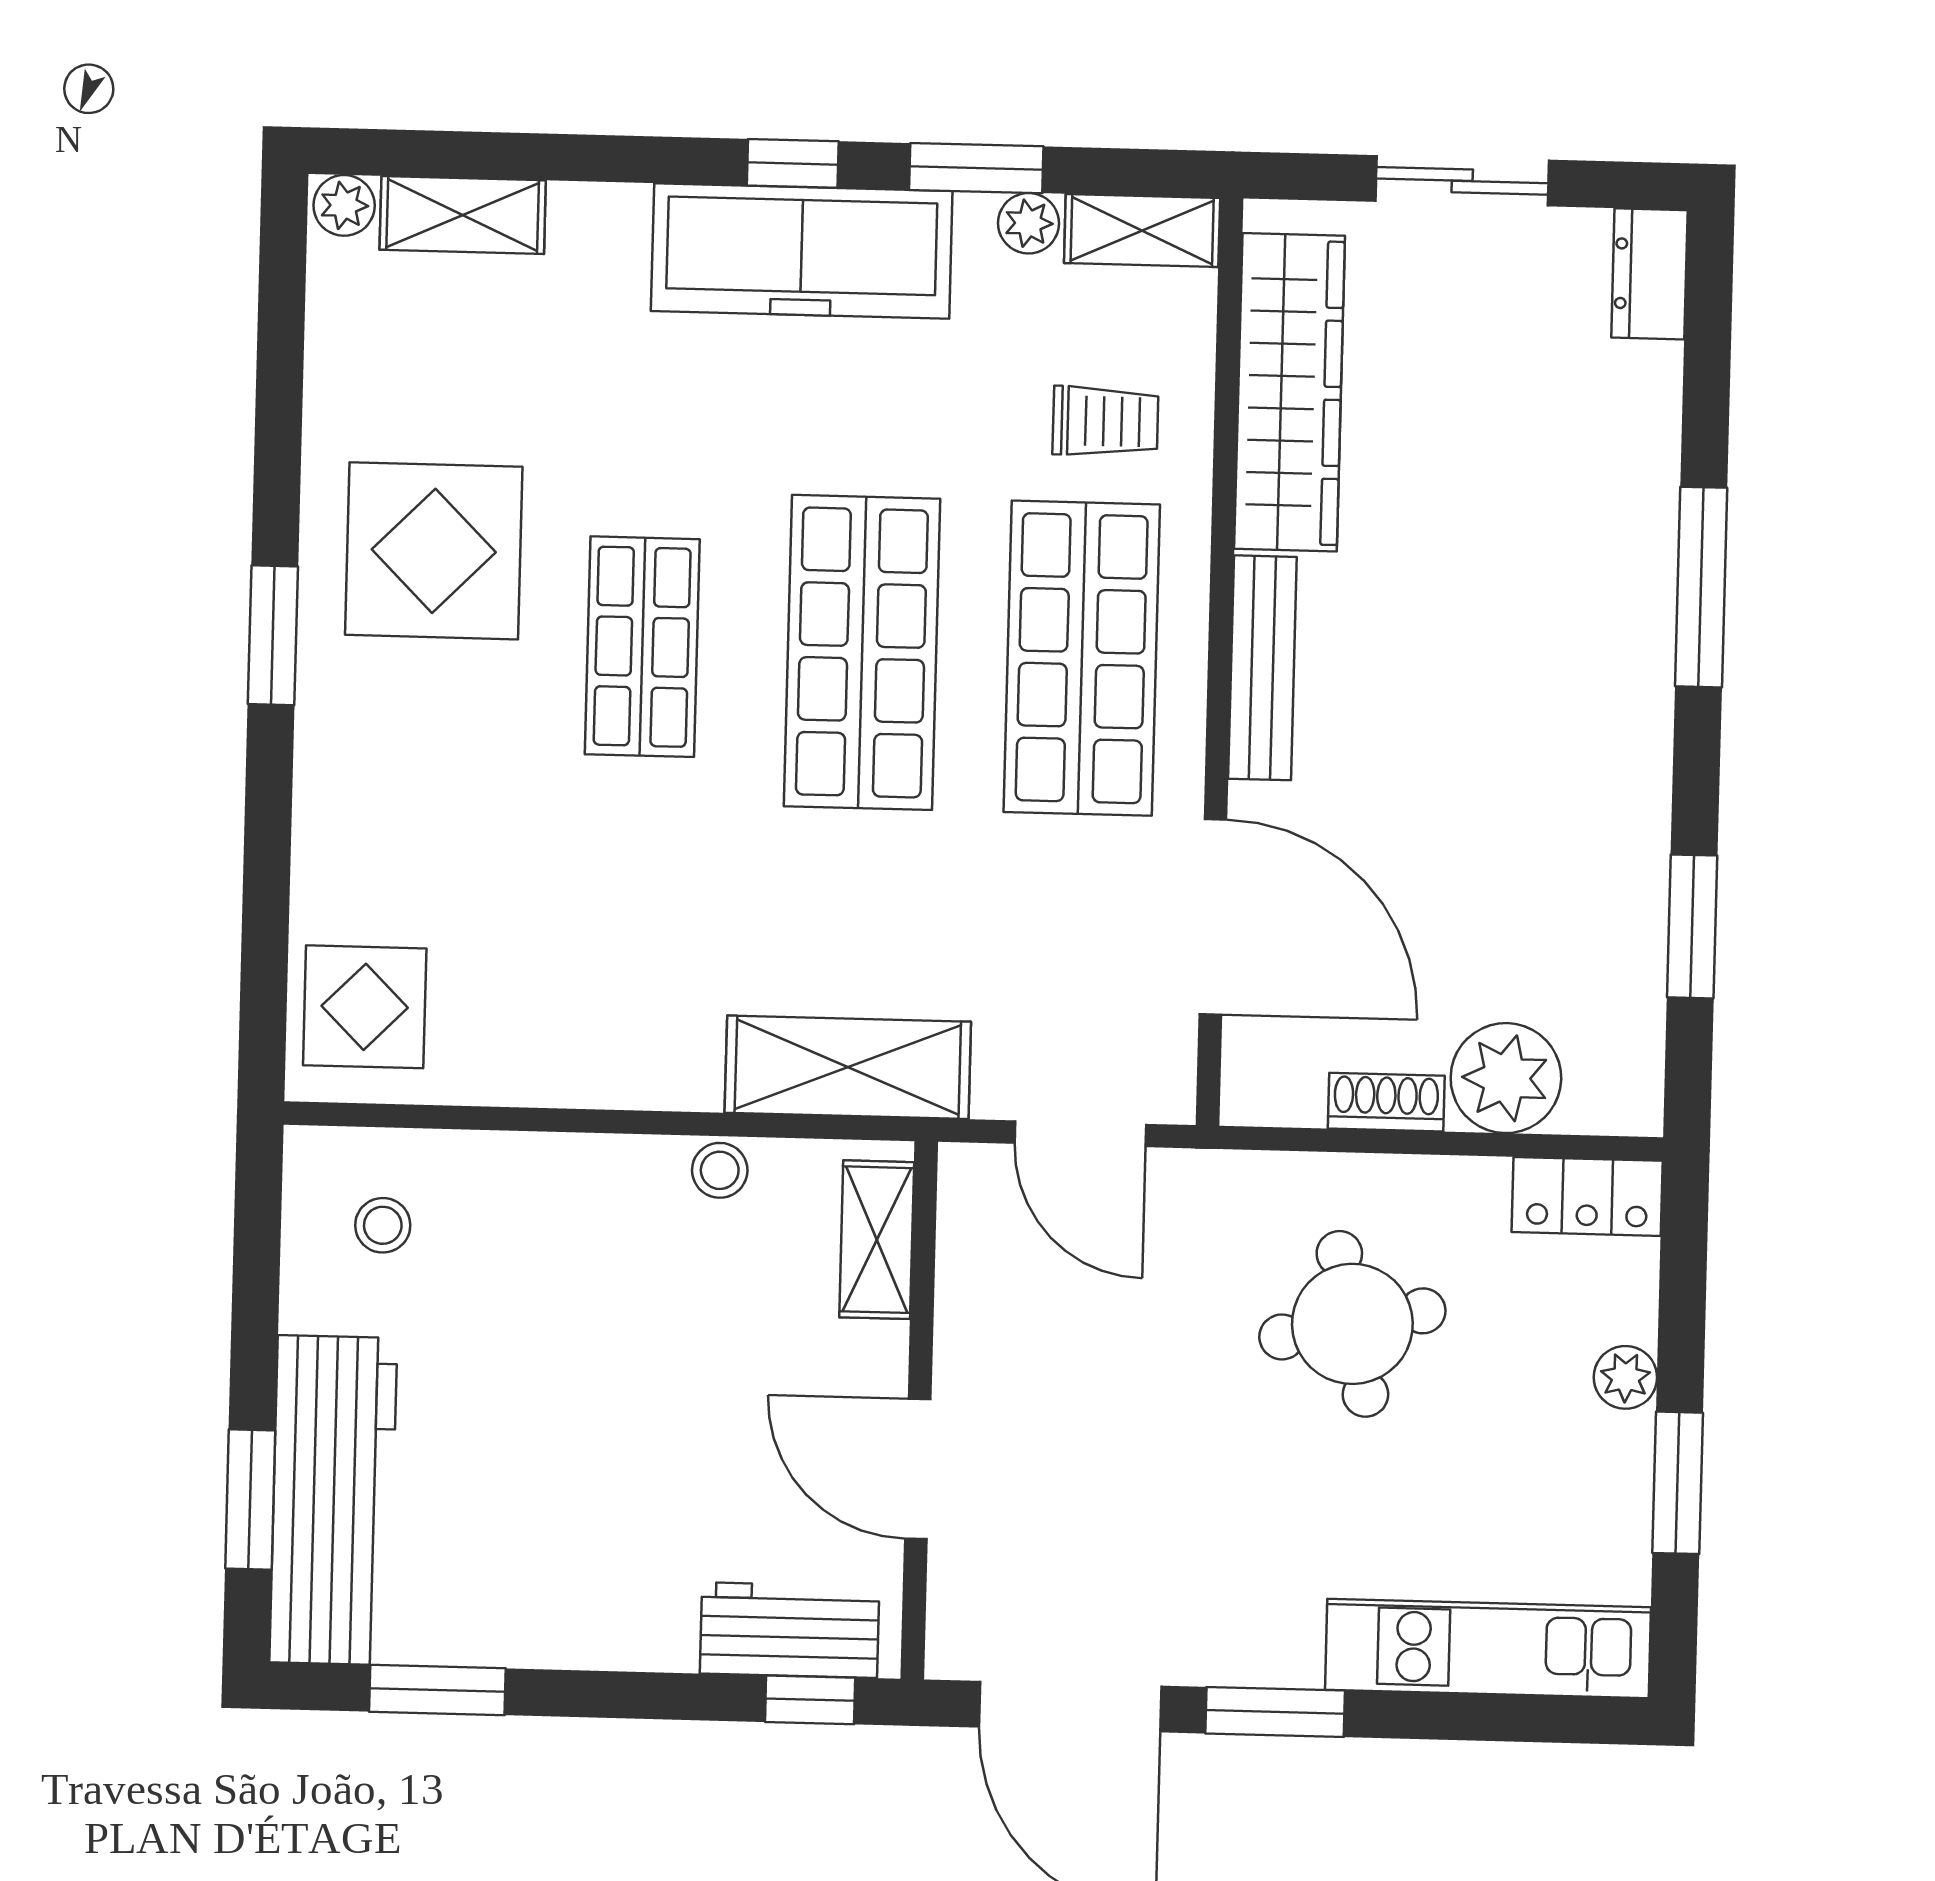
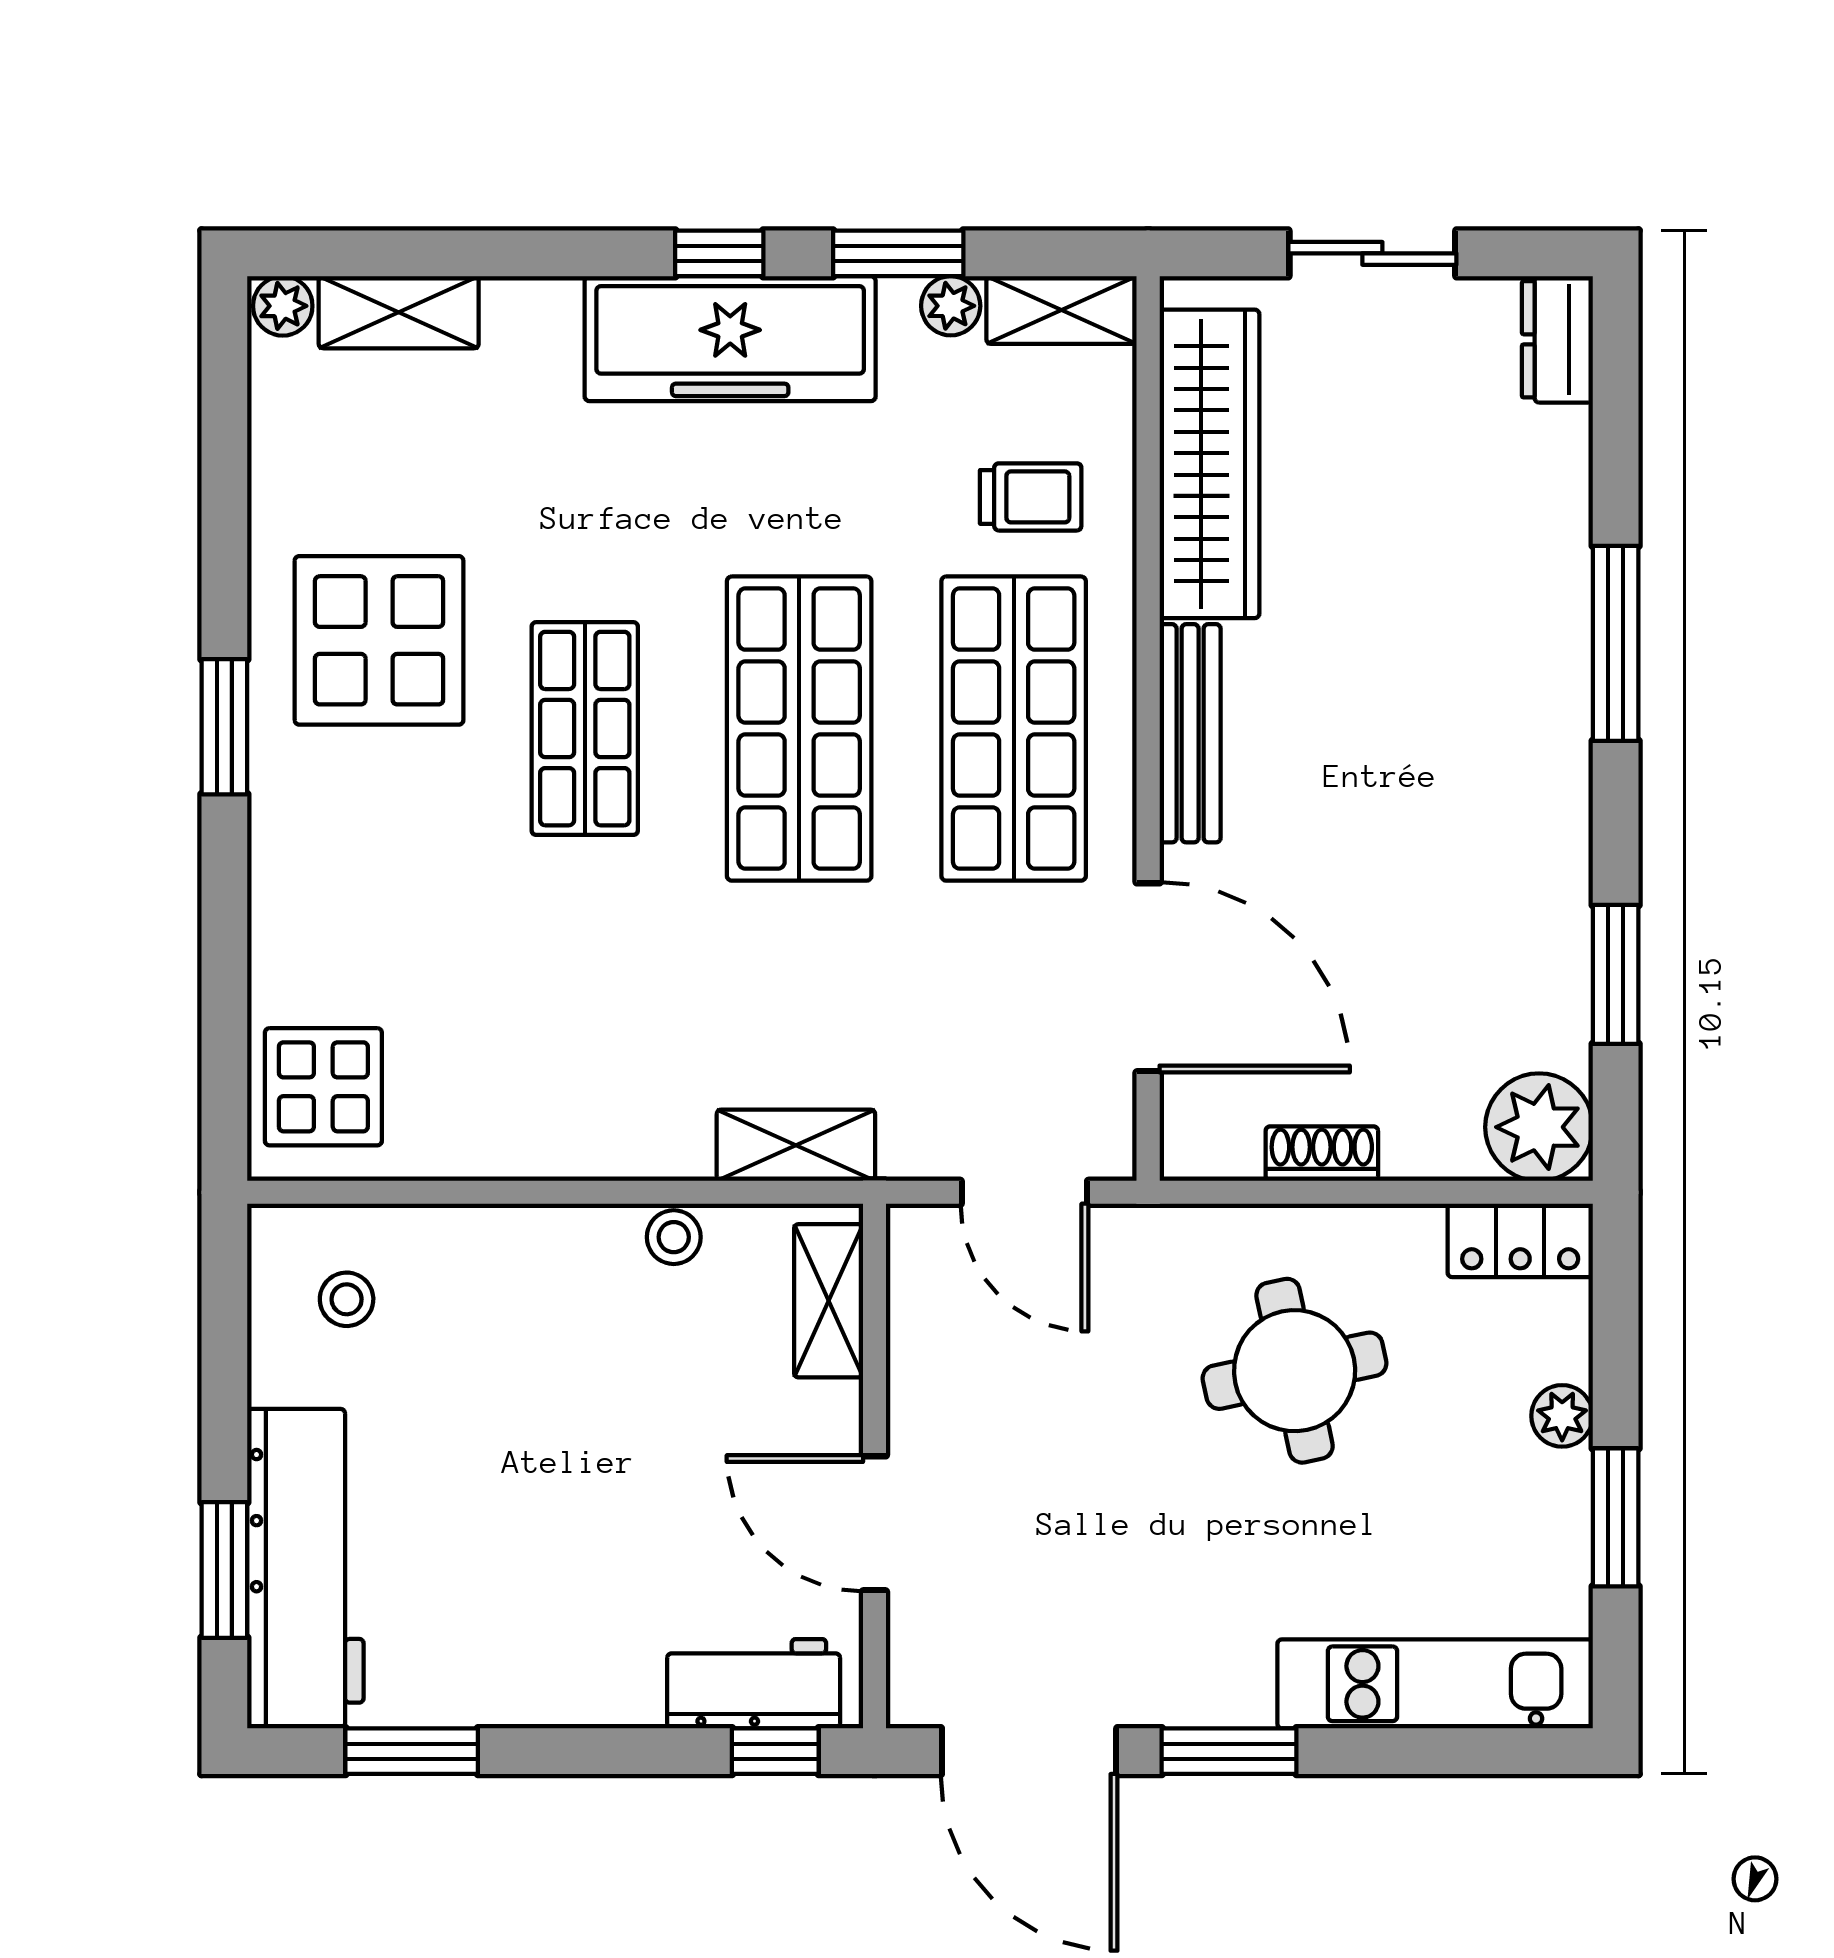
shelving: (848, 1067) -> (796, 1145), width x0.67, depth x0.75
plant: (1506, 1078) -> (1539, 1127), moved

